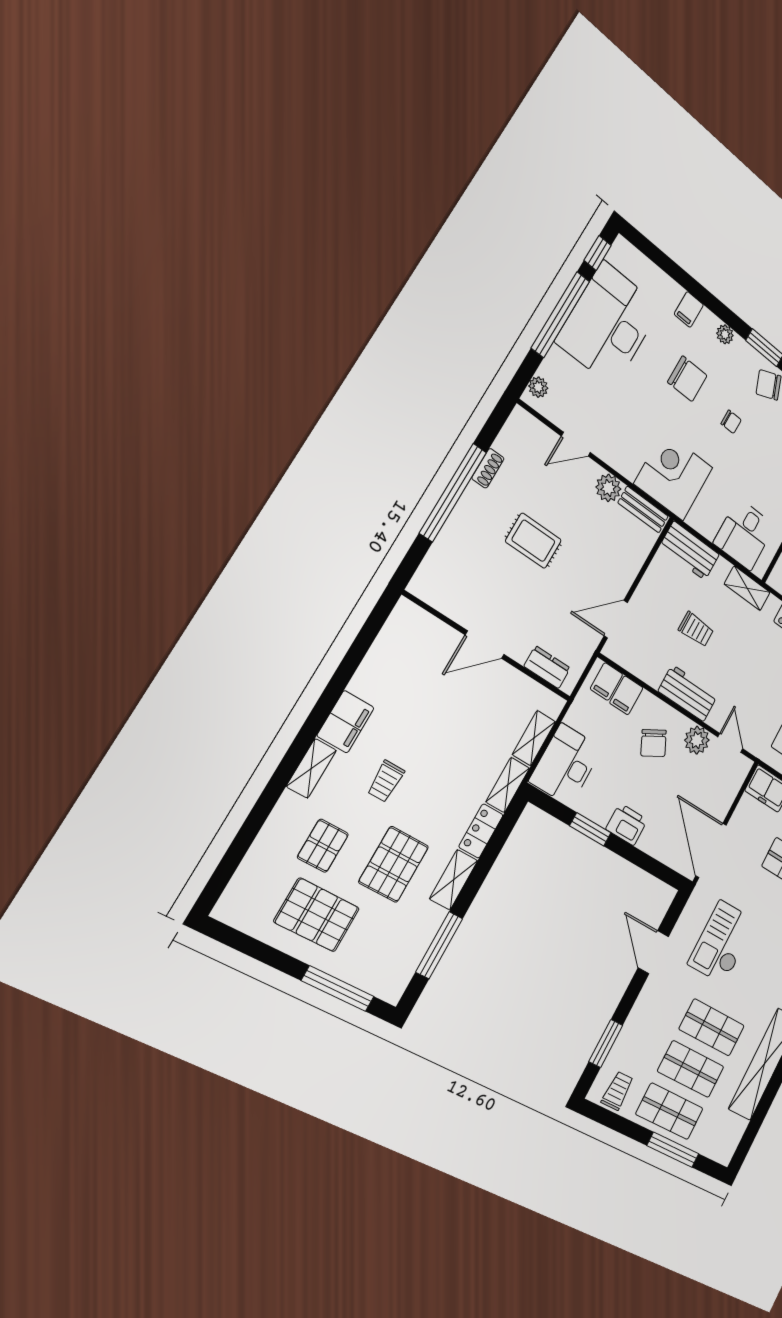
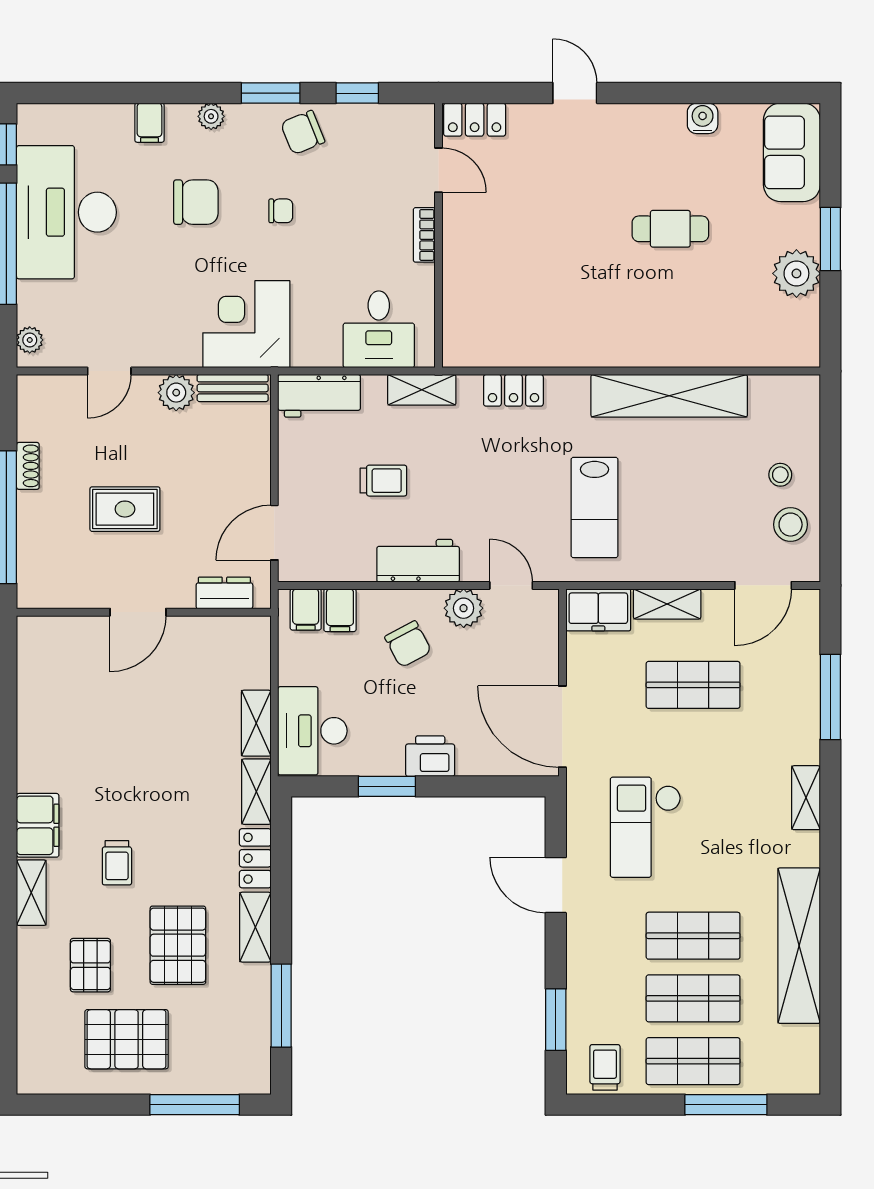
door: (485, 645) -> (138, 612), moved
wall: (488, 647) -> (144, 612), moved
dresser: (547, 667) -> (224, 593), moved

